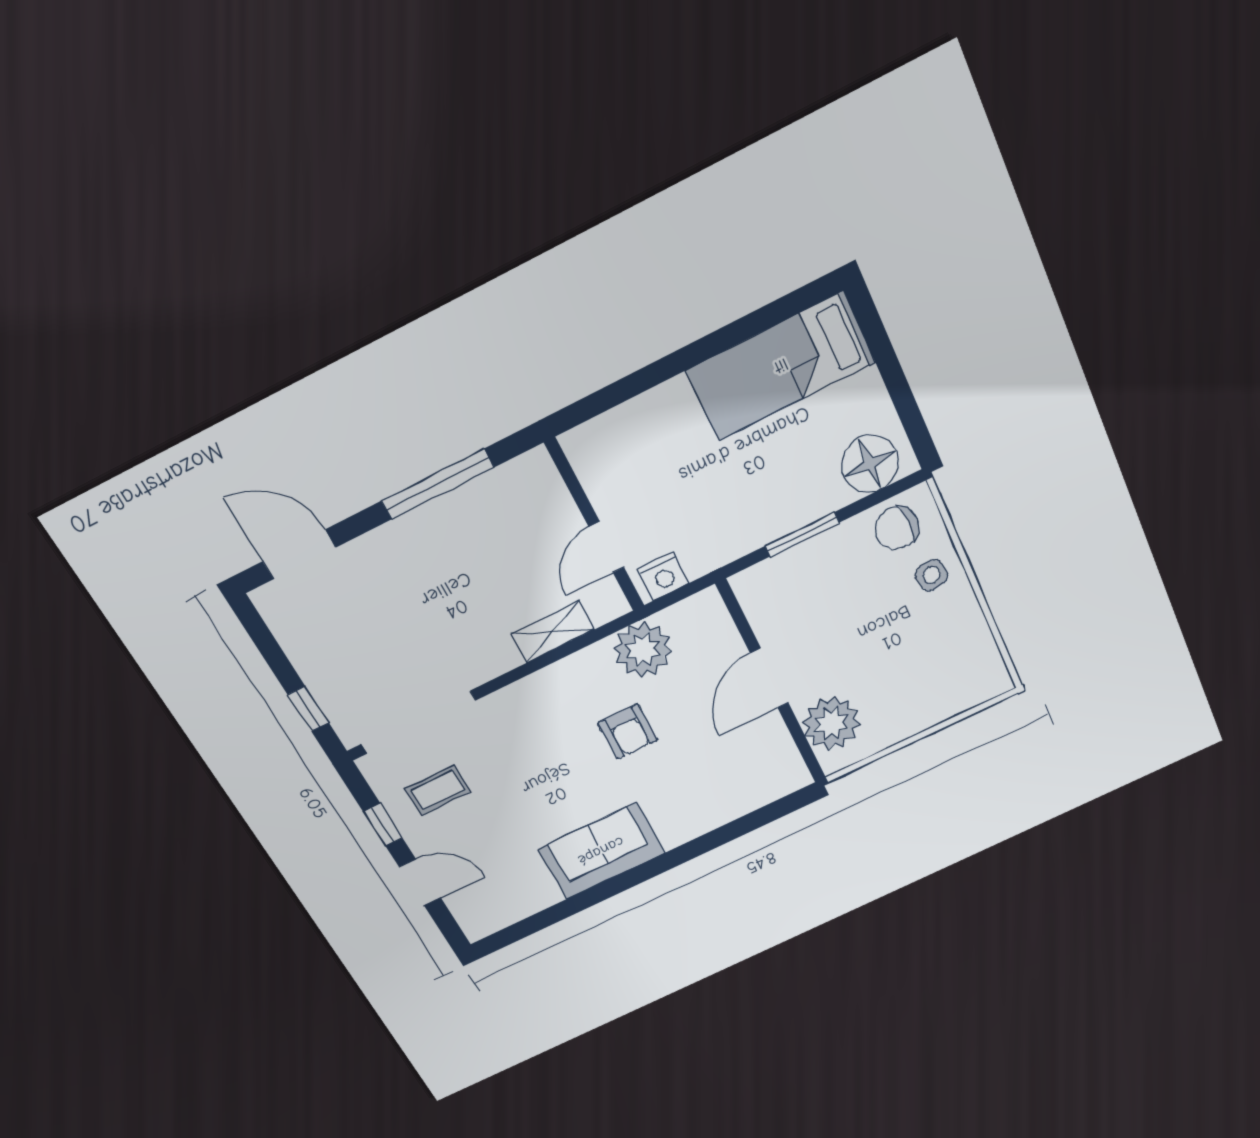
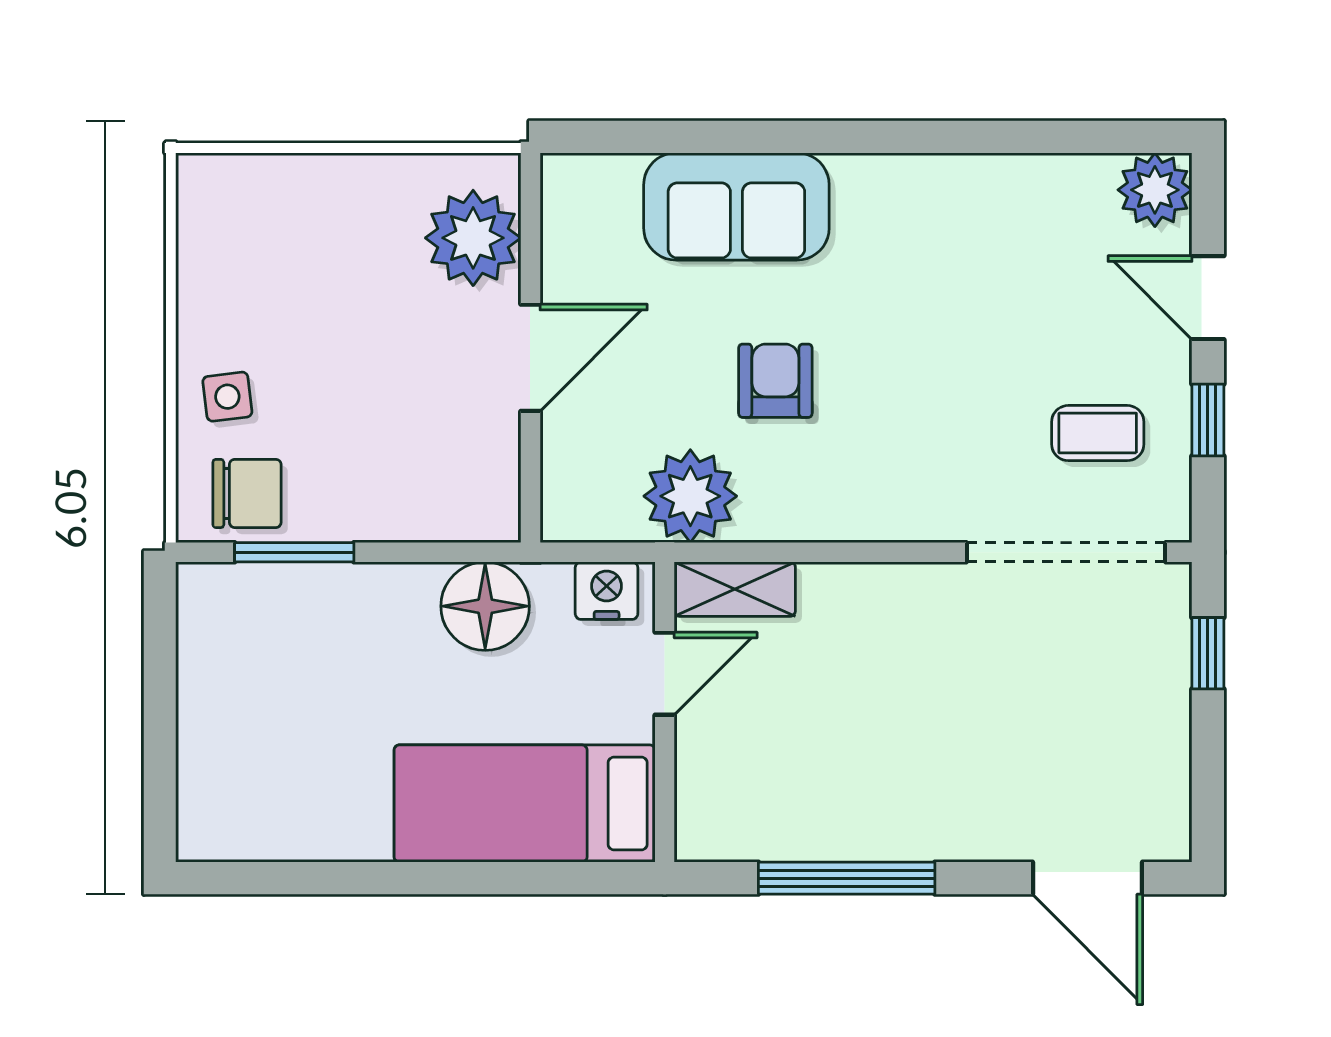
bed: (781, 366) -> (525, 804), moved, turned 180
floor lamp: (870, 464) -> (485, 606), moved
window: (802, 534) -> (294, 552), moved
shelving: (553, 632) -> (735, 589), moved
sofa: (601, 851) -> (736, 206), moved
plant: (479, 919) -> (1155, 190), added

